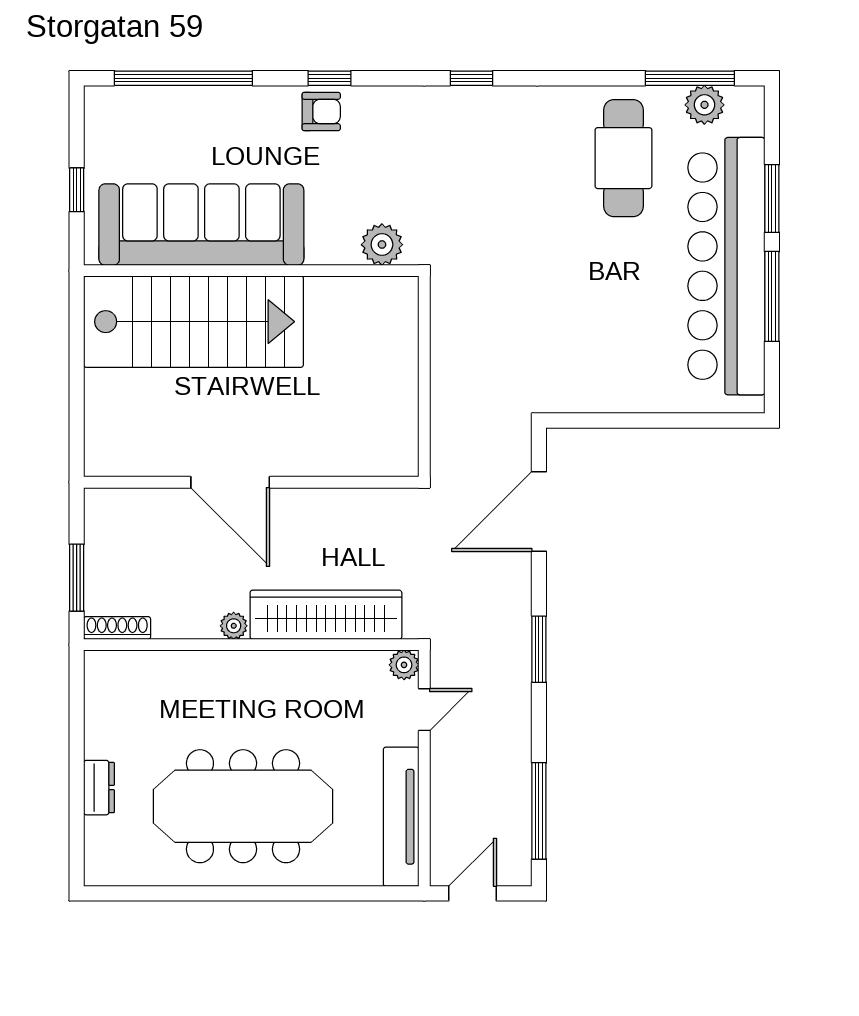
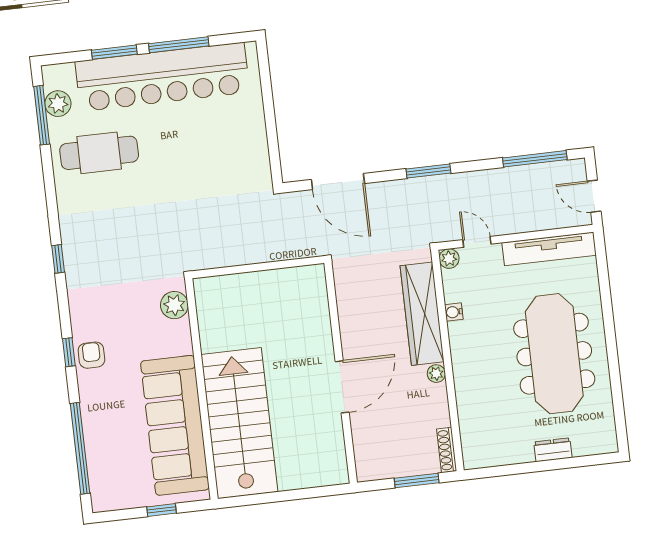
water cooler: (323, 663) -> (454, 312), added

